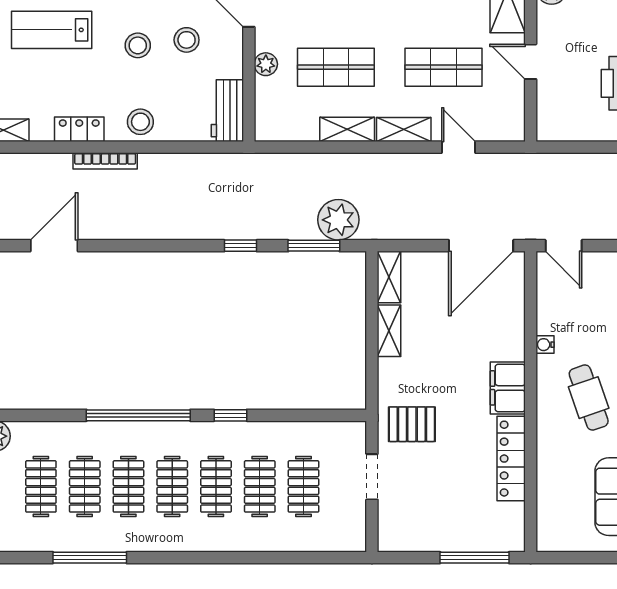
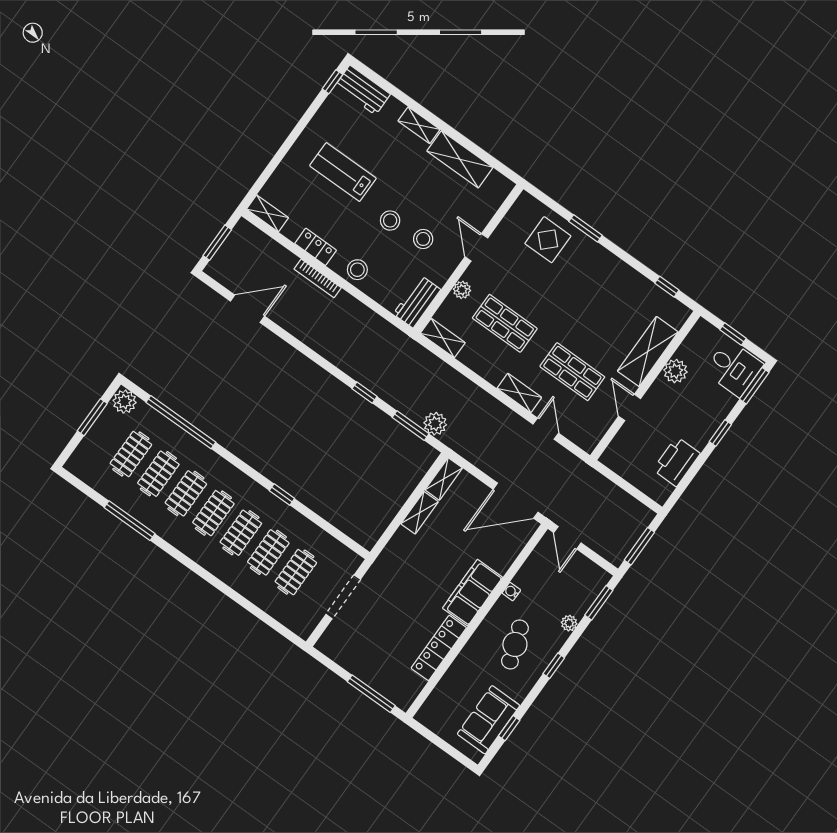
shelving: (347, 129) -> (443, 338), moved
plant: (338, 220) -> (435, 424), width x0.73, depth x0.73
filing cabinet: (508, 388) -> (472, 593), width x1.50, depth x1.17
window: (138, 415) -> (181, 422), moved
pallet: (412, 424) -> (392, 582), removed
doorway: (372, 477) -> (343, 597), width x1.38

